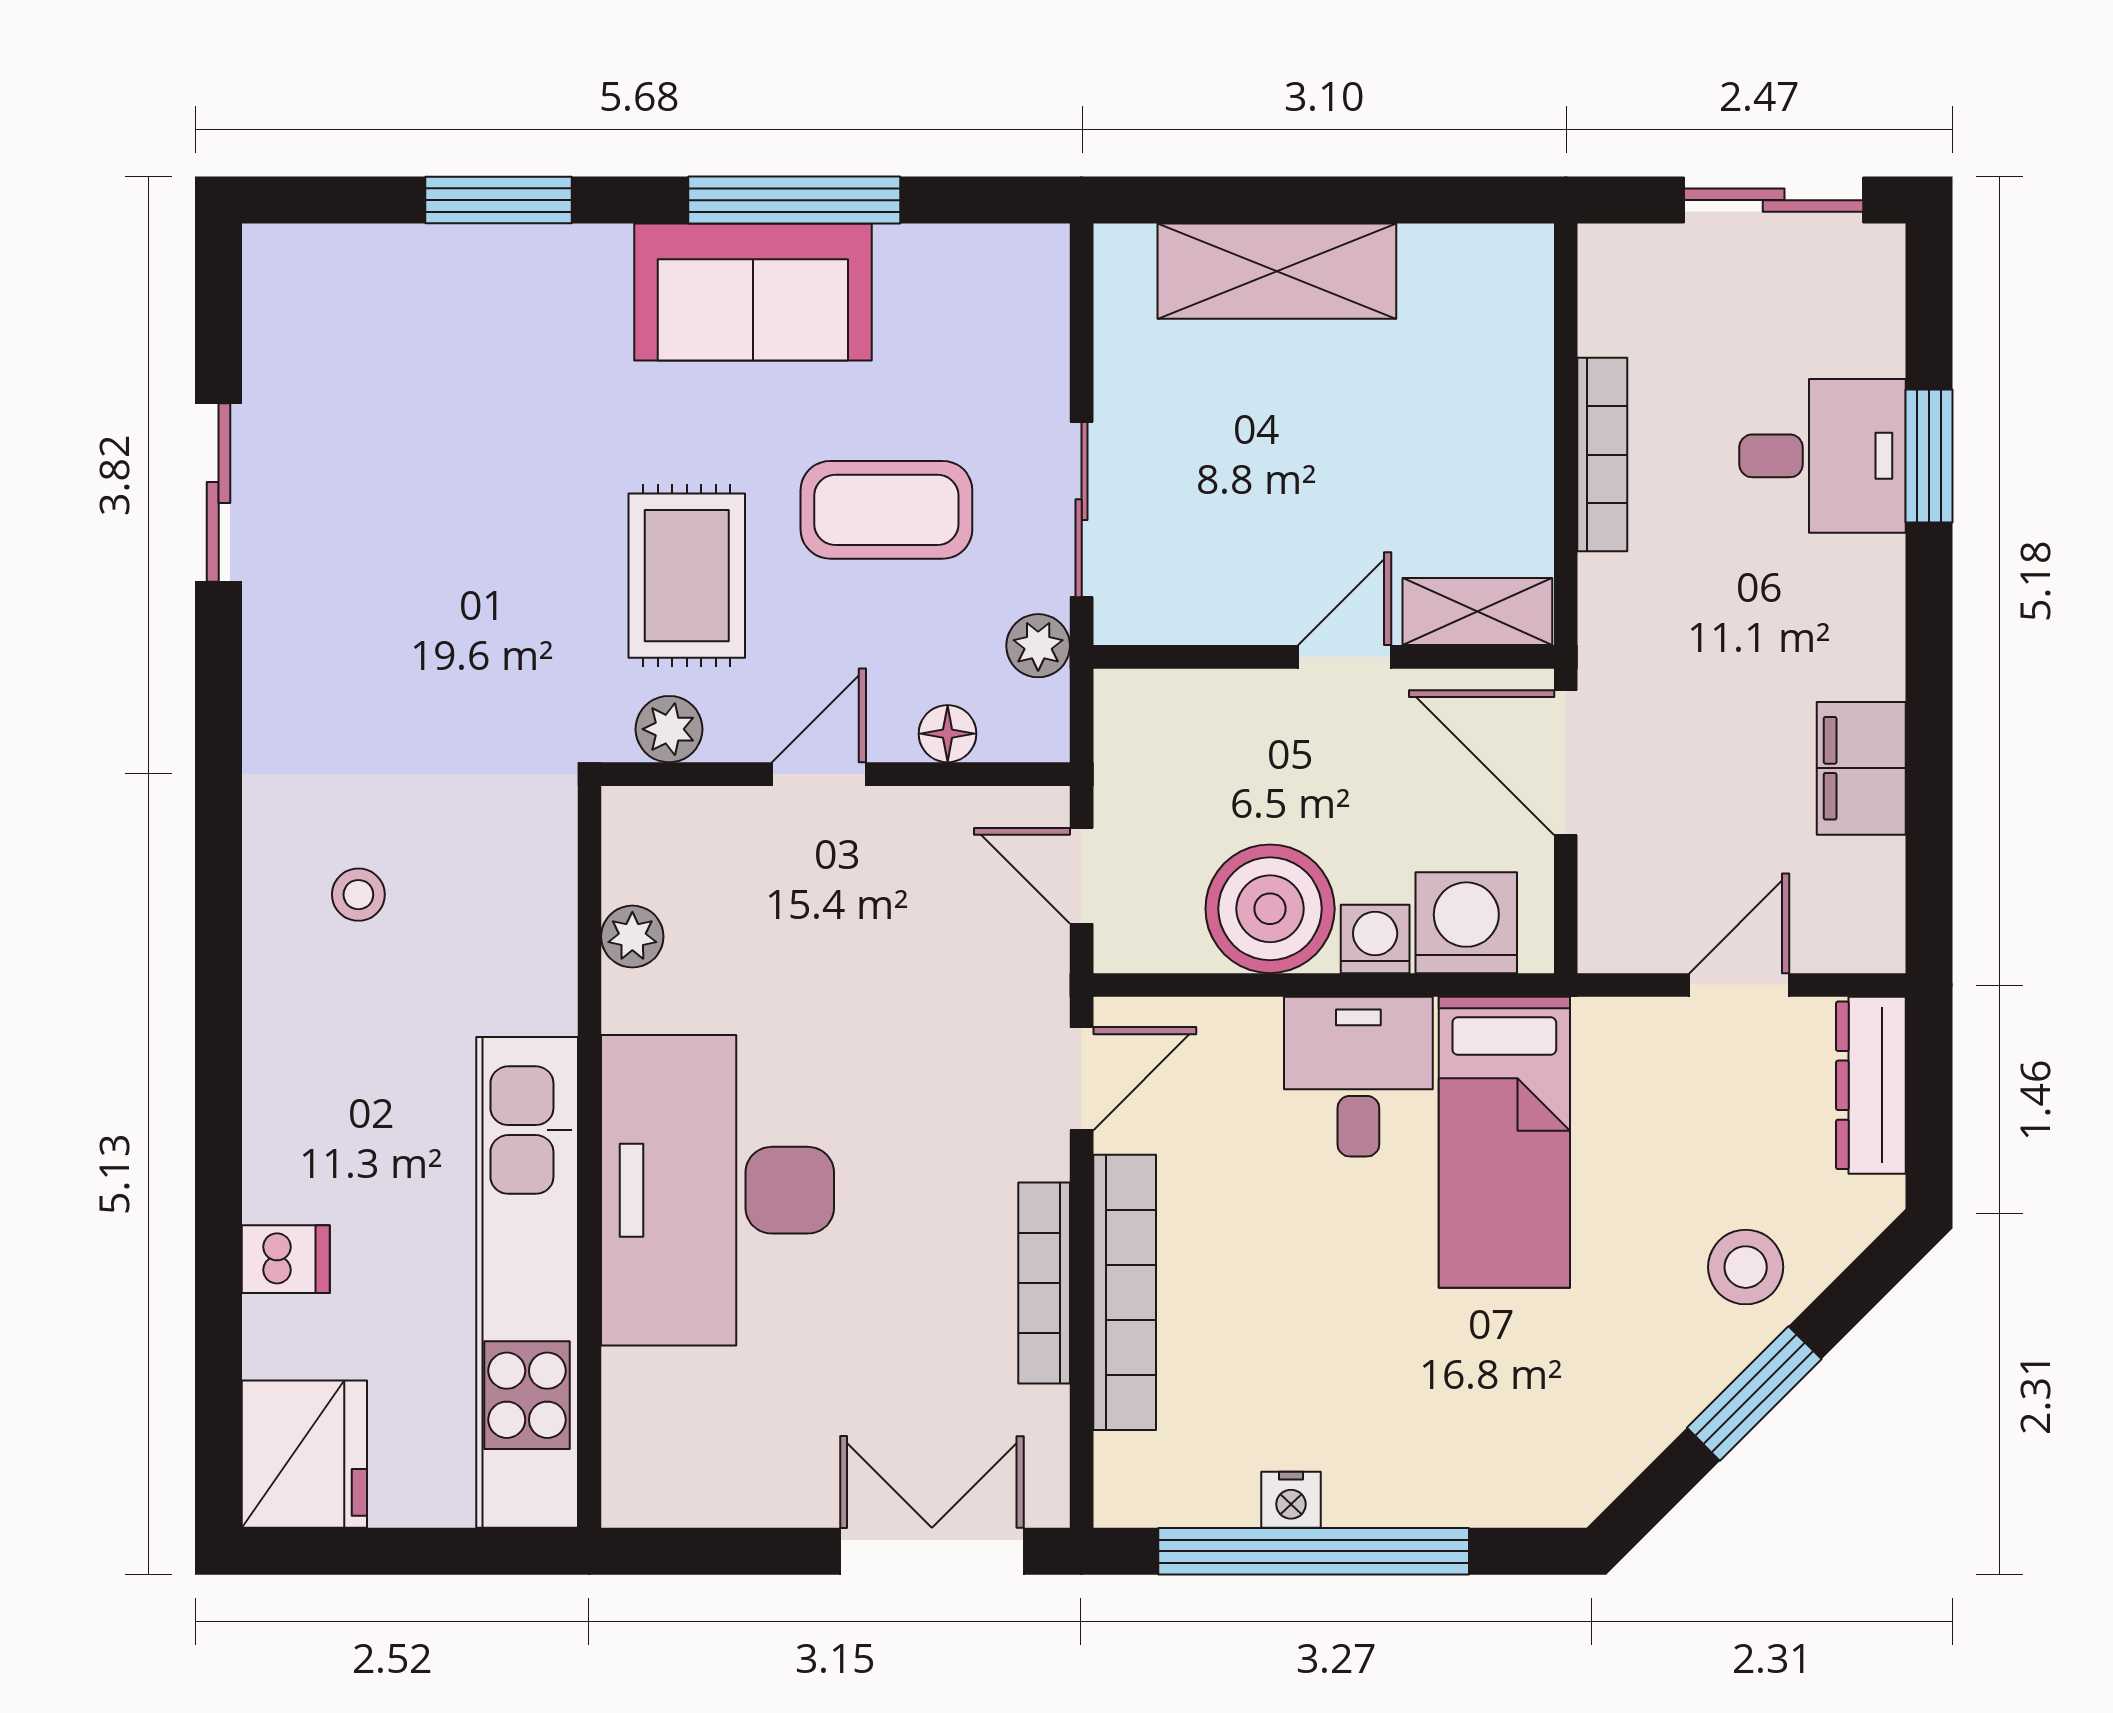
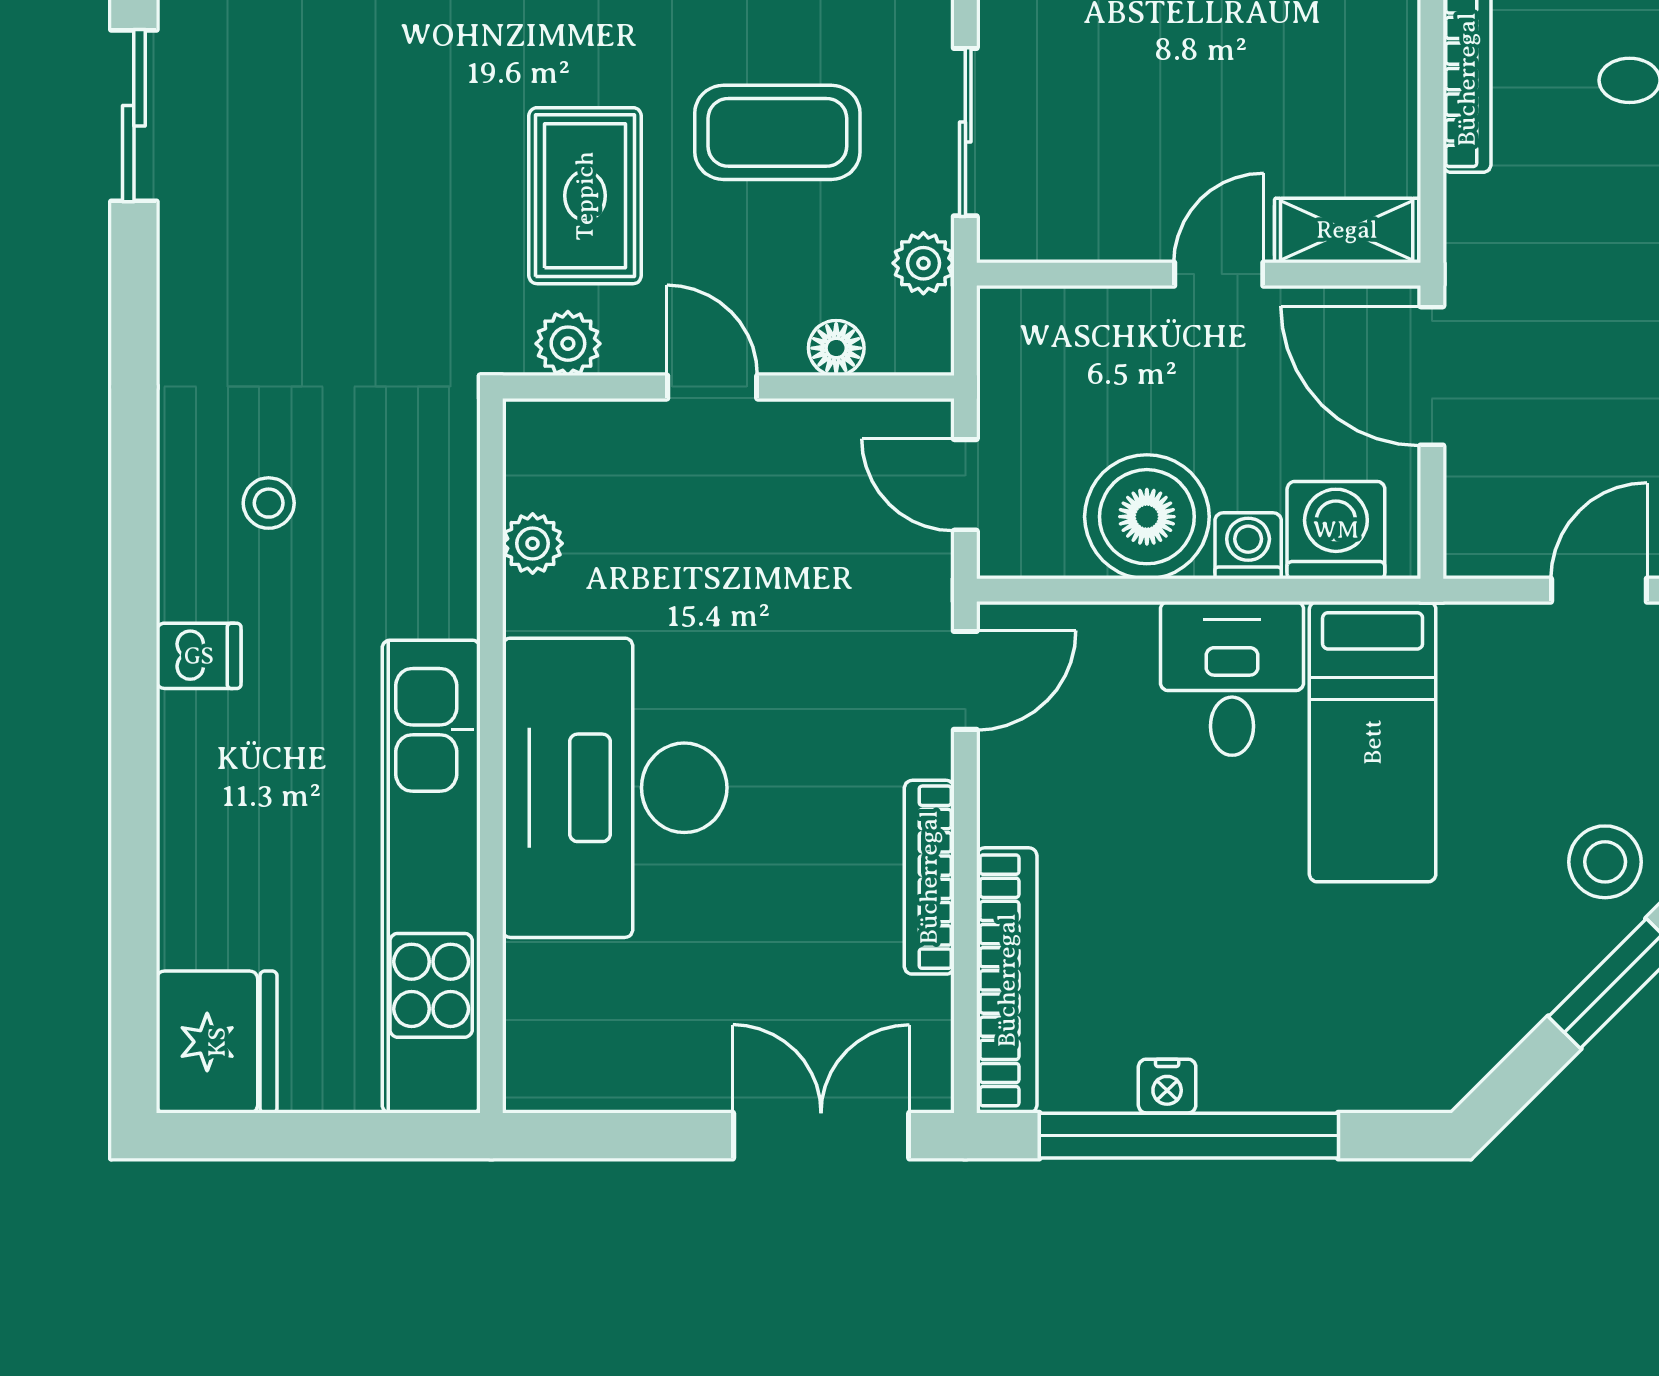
door: (819, 774) -> (712, 387), hinge flipped
dishwasher: (286, 1259) -> (199, 656), moved
bookcase: (1125, 1292) -> (1007, 980), moved

